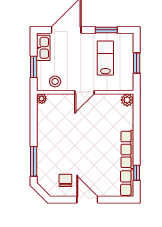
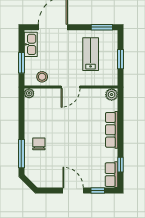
window: (106, 30) -> (102, 27), moved
row of seats: (127, 149) -> (112, 130), moved
chair: (65, 180) -> (39, 144), moved
window: (113, 200) -> (98, 190), added

